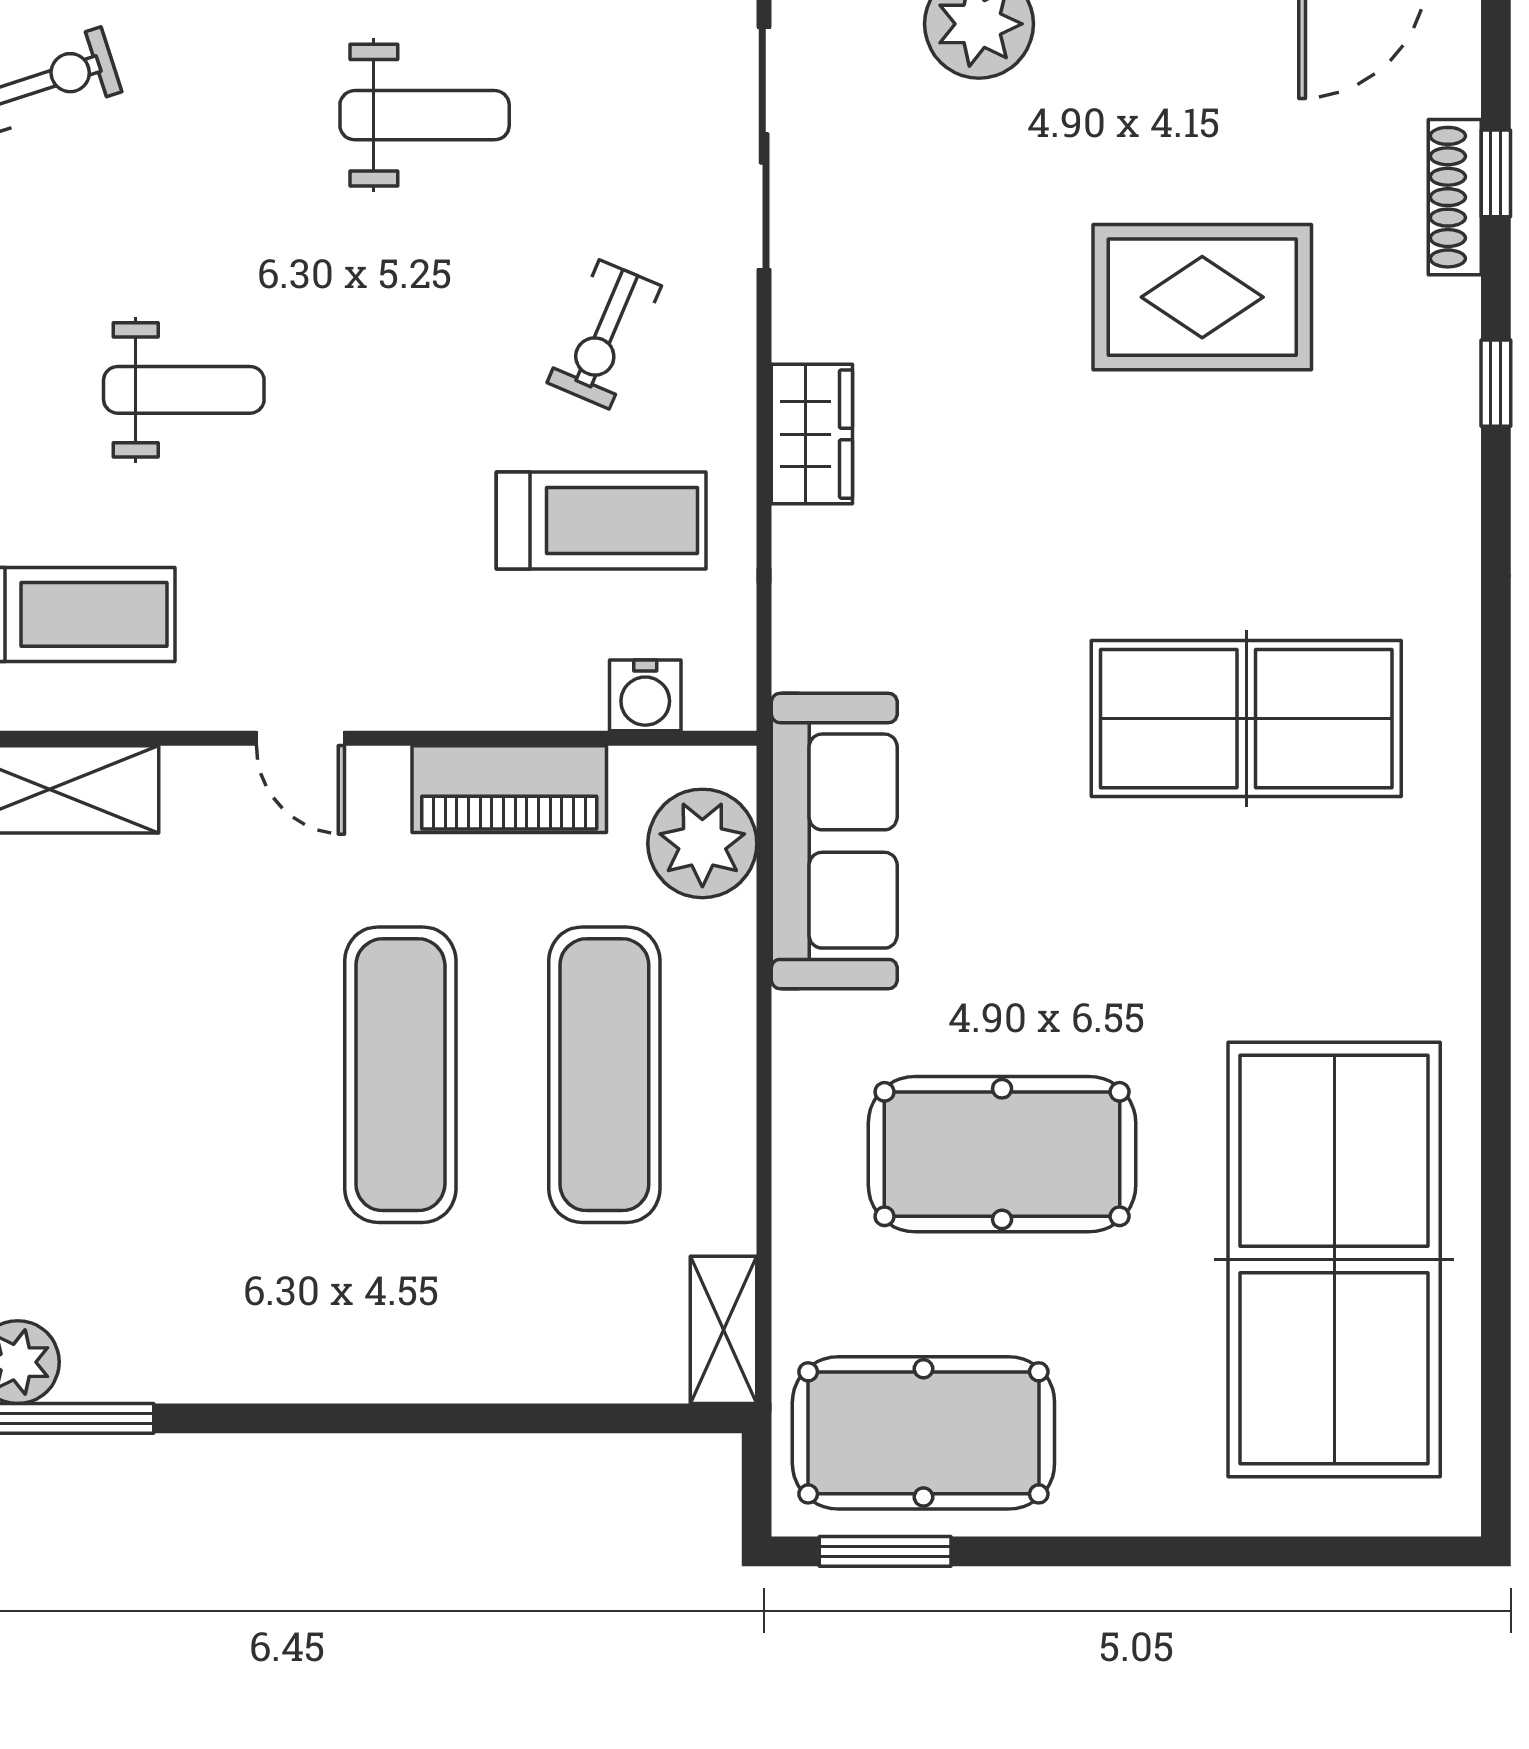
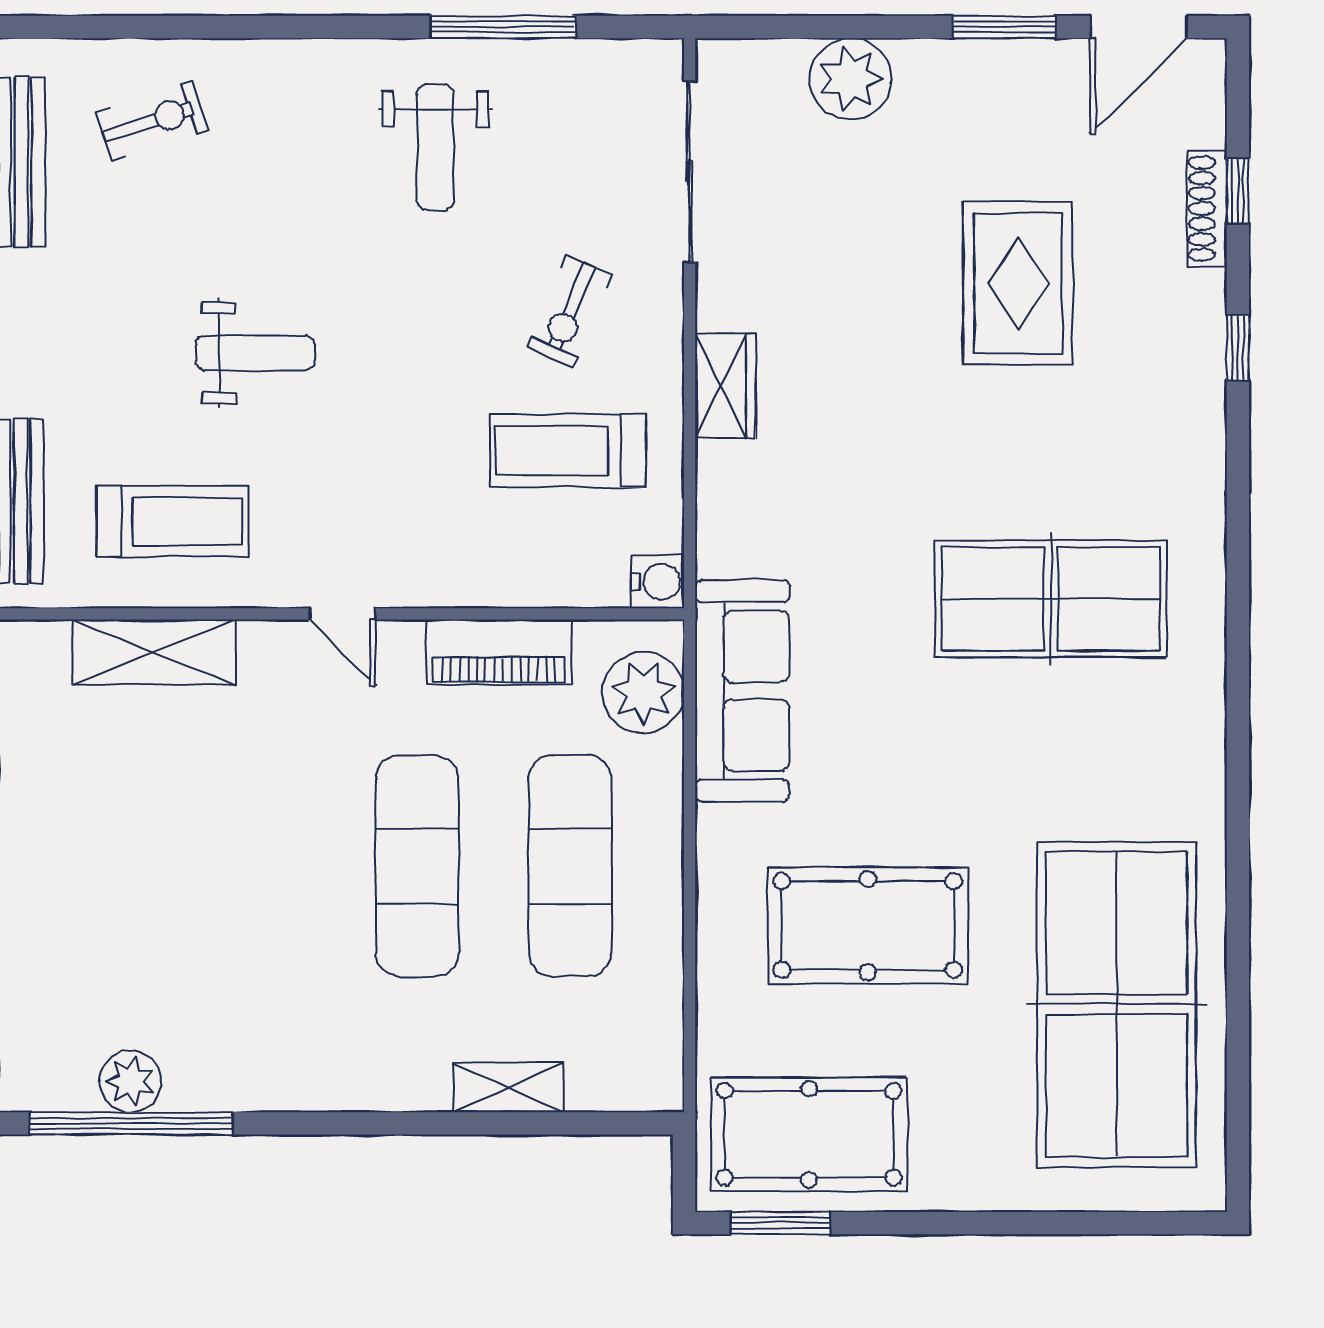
weight bench: (425, 115) -> (435, 147), turned 90
rug: (1202, 297) -> (1018, 283), turned 90
treadmill: (601, 520) -> (567, 451), turned 180
water cooler: (645, 695) -> (657, 582), moved, turned -90
shelving: (724, 1330) -> (508, 1088), moved, turned 90

